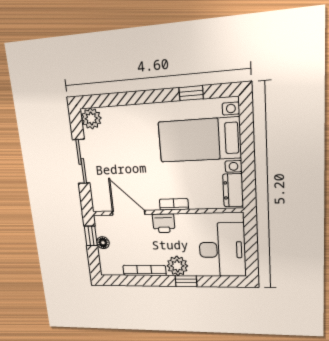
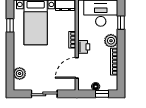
plant: (91, 119) -> (20, 74), moved
window: (91, 236) -> (102, 94), moved
window: (186, 281) -> (121, 23), moved

